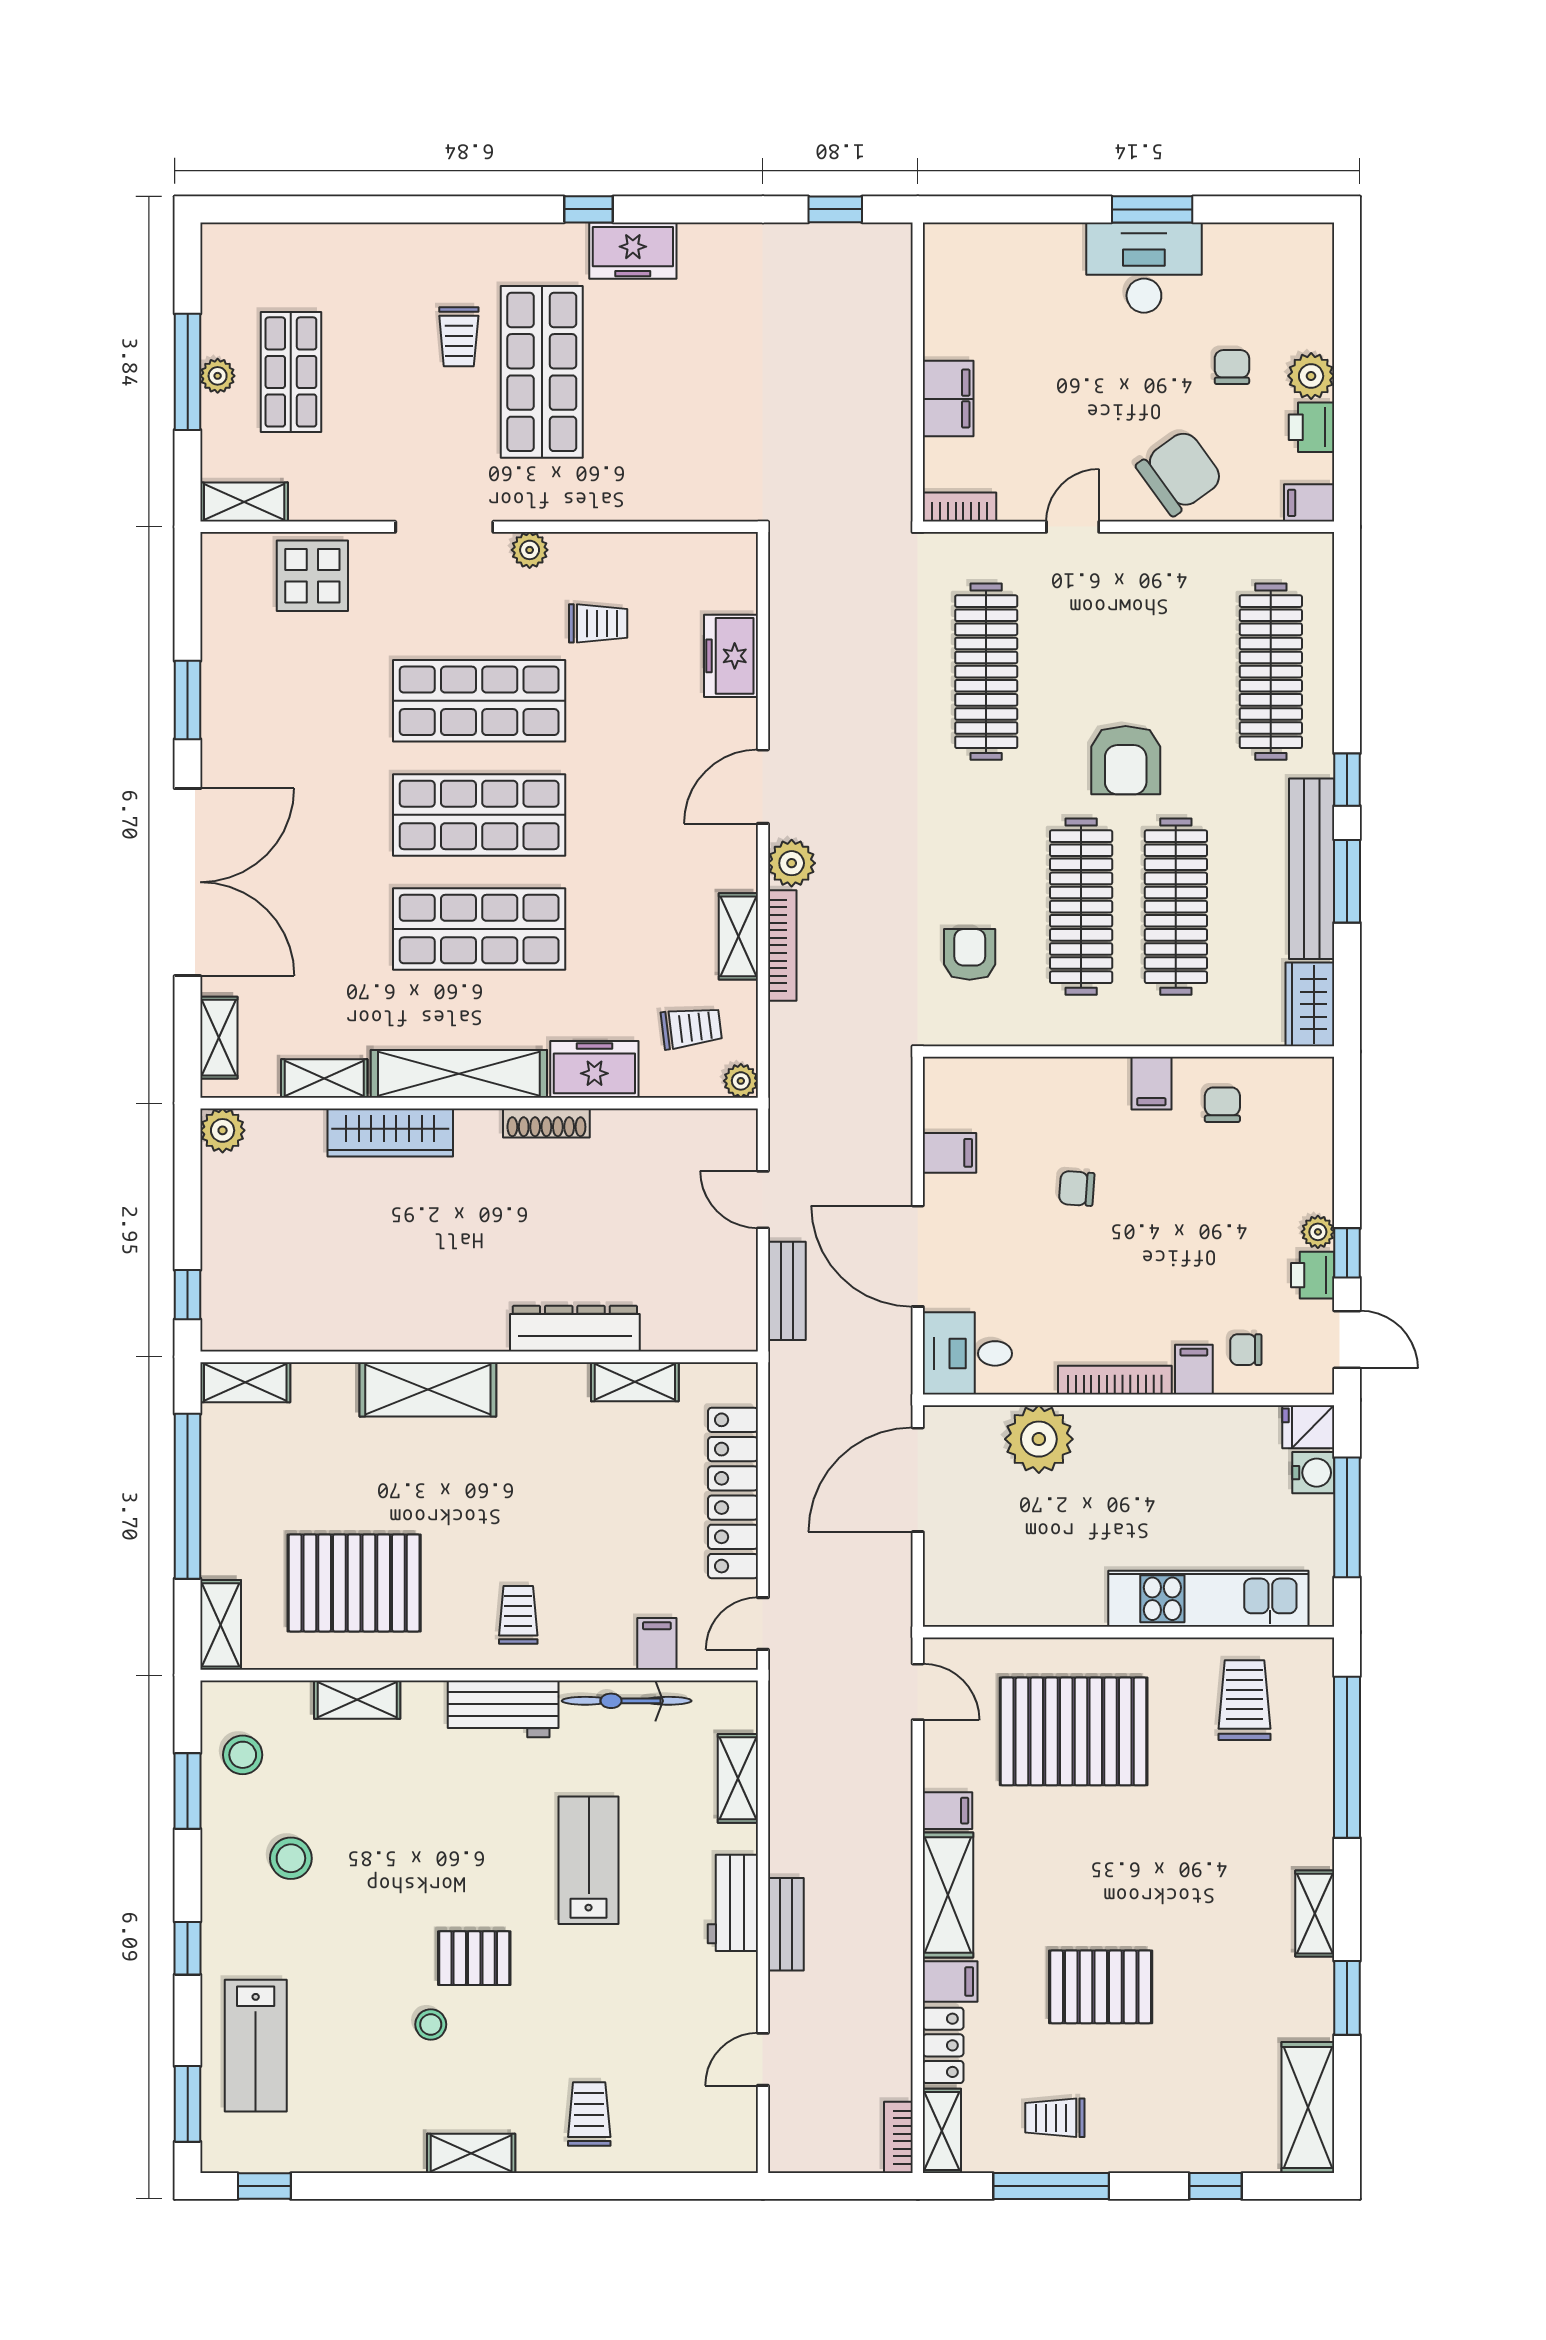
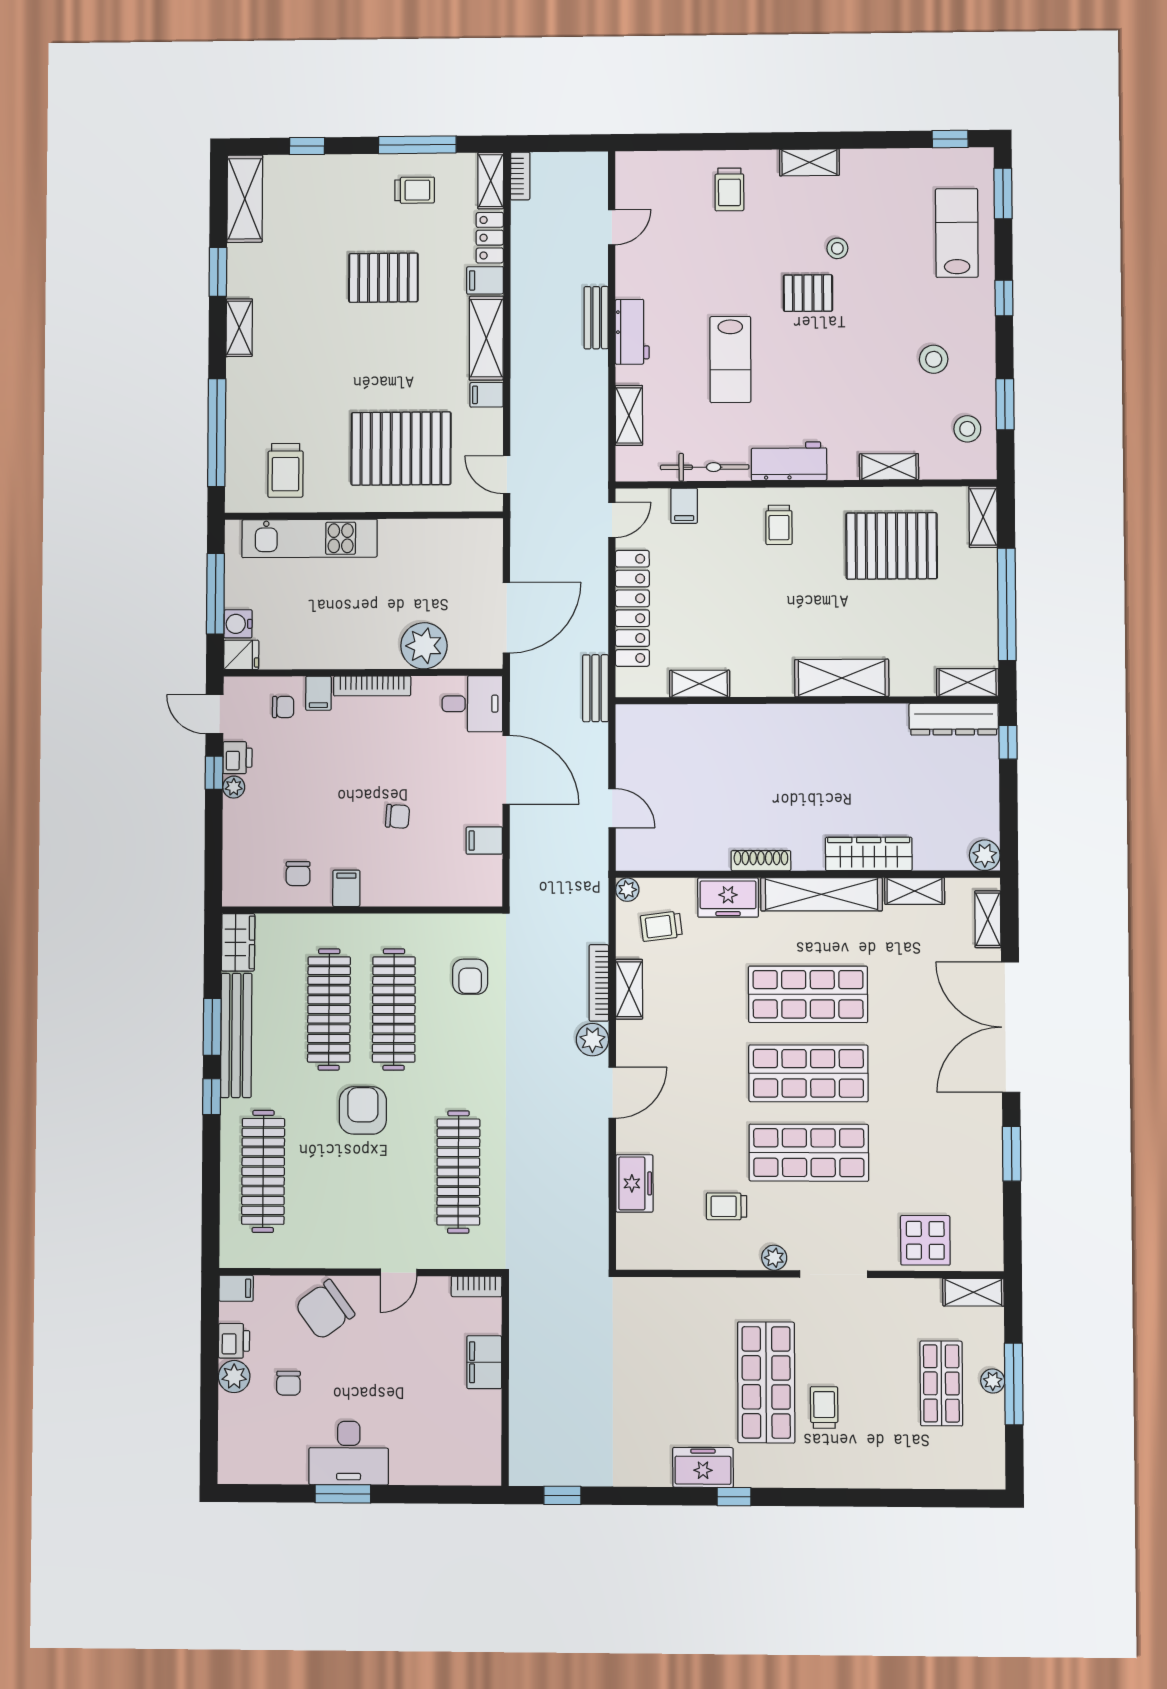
bench: (787, 1291) -> (596, 688), moved
dresser: (575, 1329) -> (954, 719), moved

